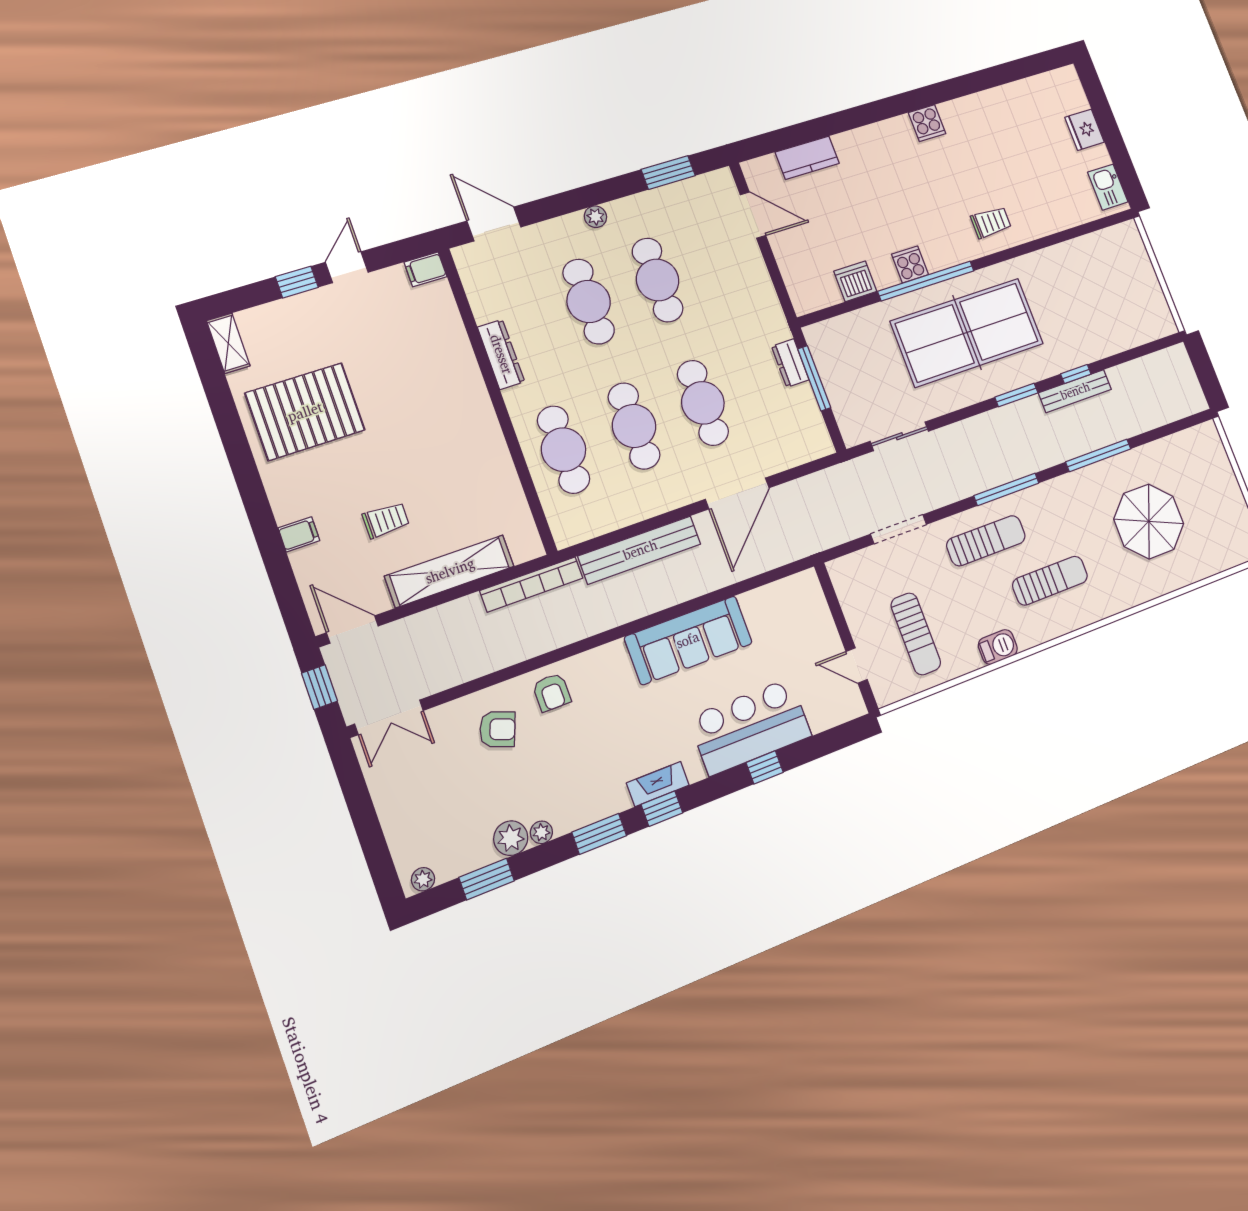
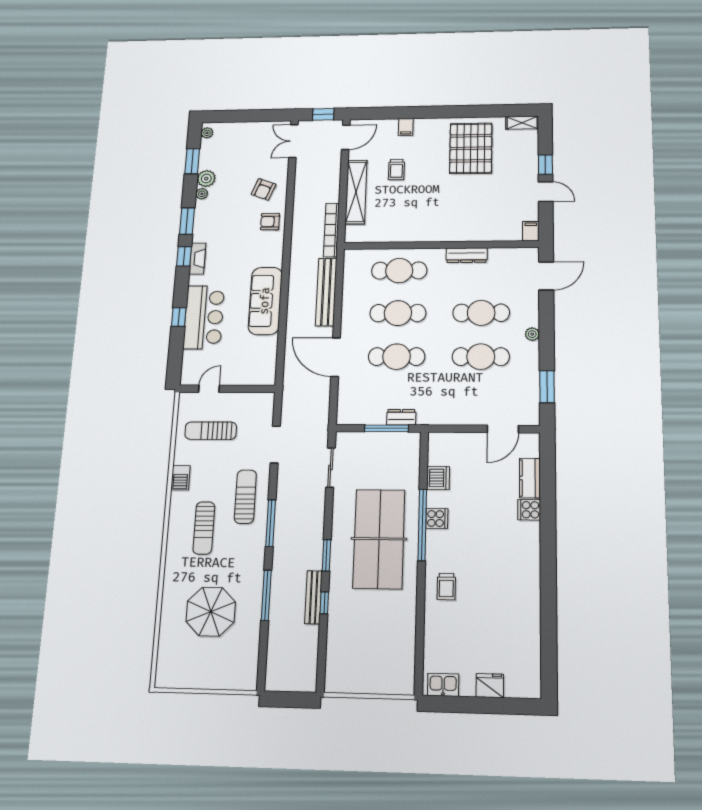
cooker: (927, 123) -> (529, 510), moved
sun lounger: (986, 541) -> (245, 497), turned 180

